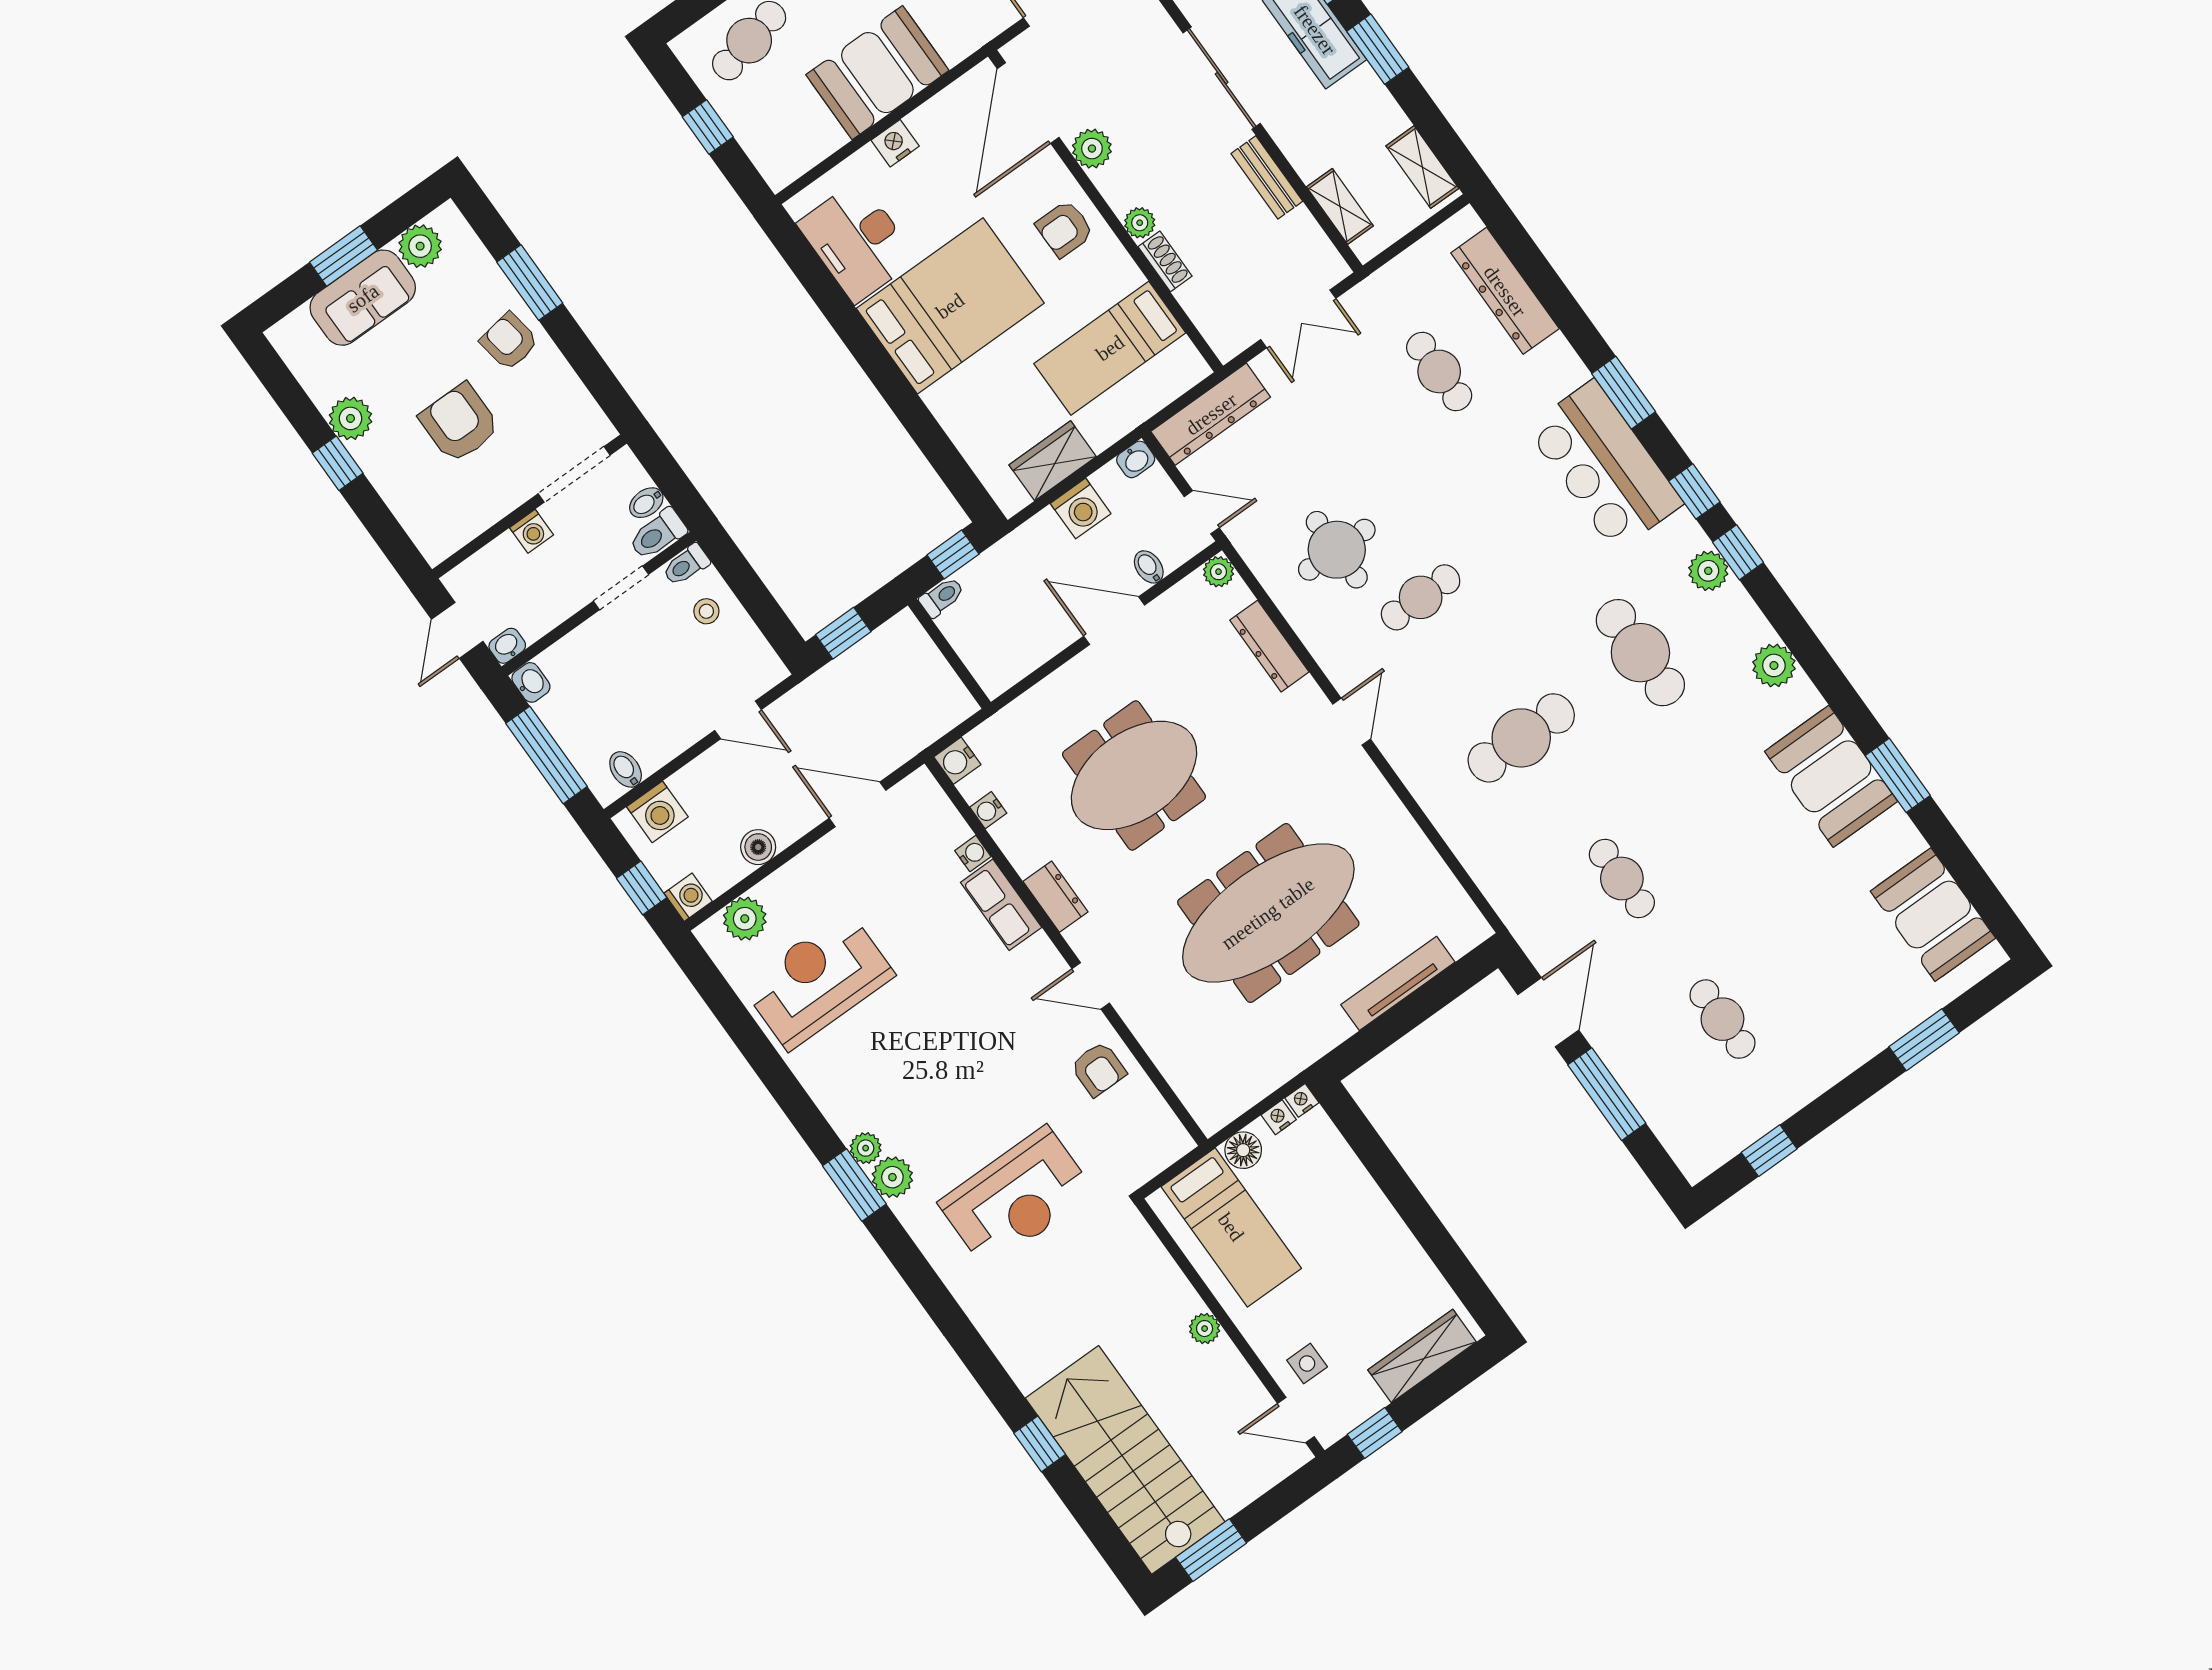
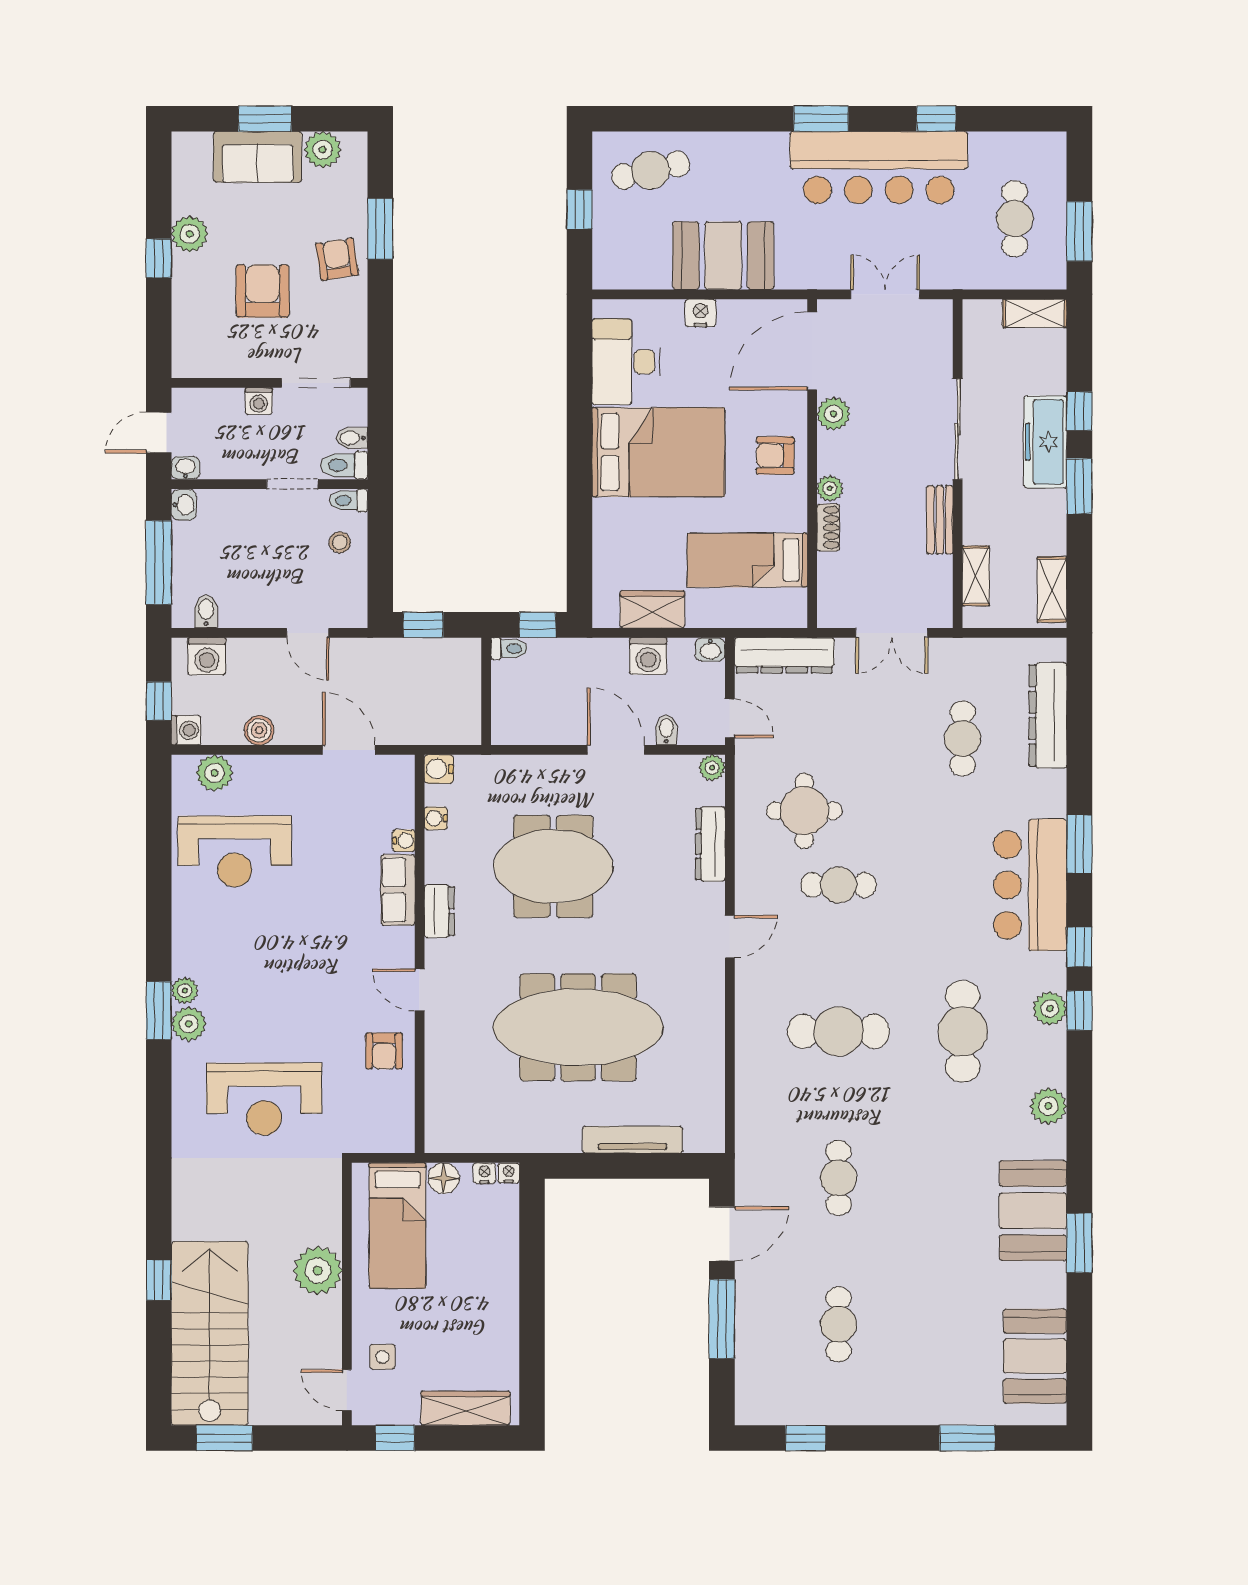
reception desk: (818, 980) -> (235, 851), turned 180
plant: (1205, 1329) -> (318, 1271), width x1.88, depth x1.88

